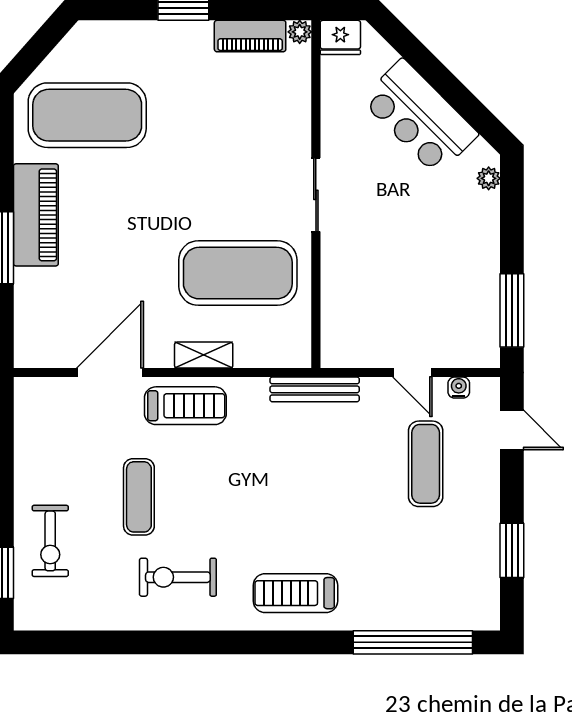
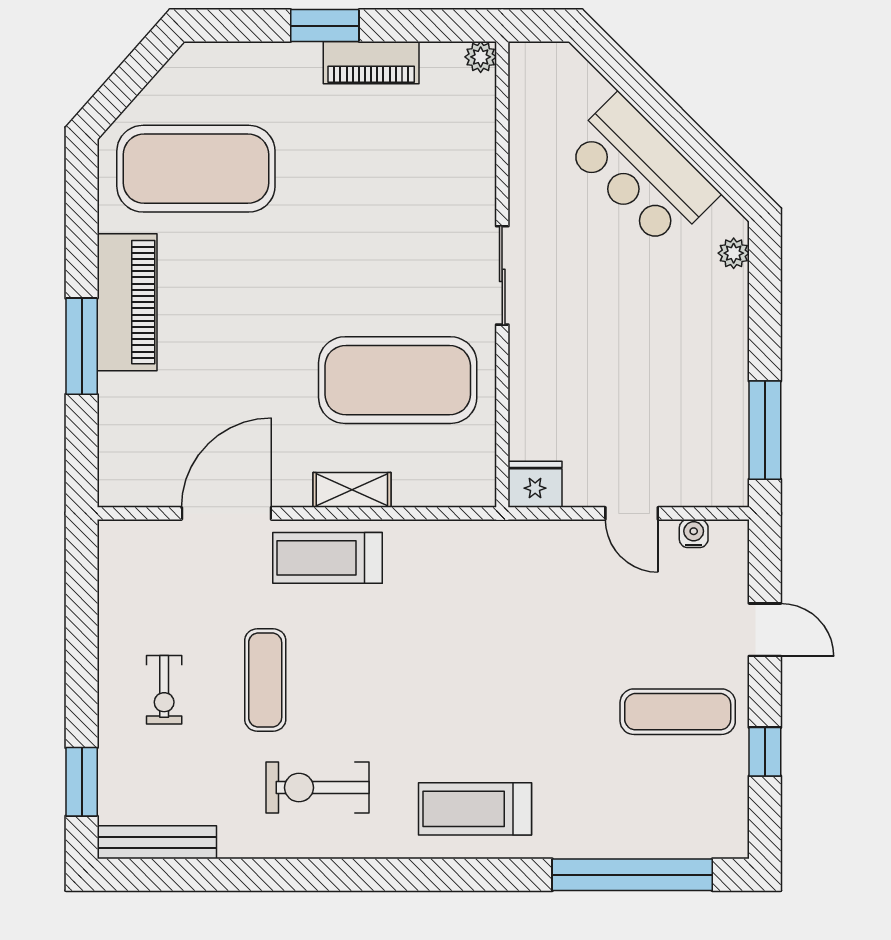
piano: (250, 36) -> (371, 63), moved
fridge: (340, 37) -> (535, 484), moved, turned 180
bench: (315, 389) -> (157, 842), moved
treadmill: (185, 406) -> (327, 558), turned 180
door: (512, 430) -> (765, 630), moved
exercise mat: (426, 464) -> (678, 712), moved, turned 90
exercise bike: (50, 541) -> (164, 690), moved, width x0.73, depth x0.72
window: (512, 550) -> (765, 752), width x0.67

